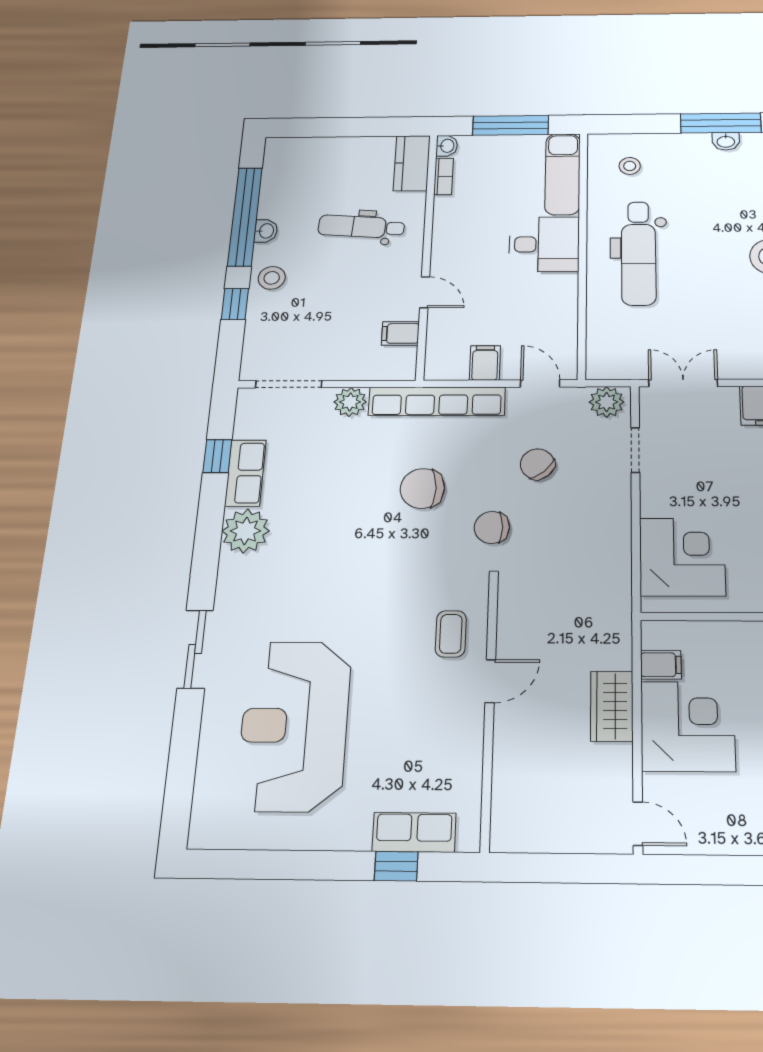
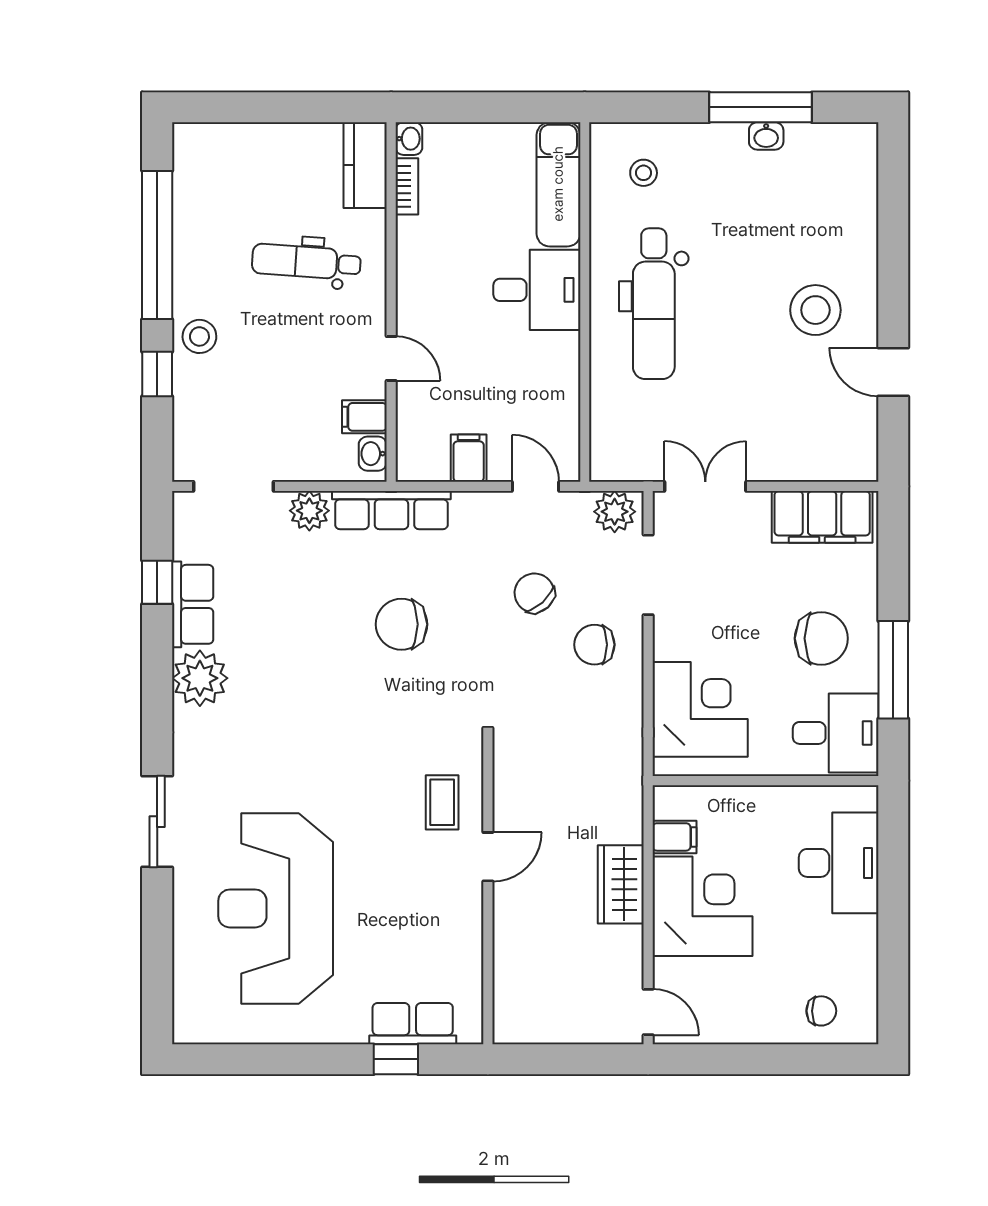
window: (511, 125) -> (490, 107), removed
washbasin: (266, 231) -> (373, 454), moved, turned 180
row of seats: (437, 401) -> (391, 510), width x0.73
doorway: (635, 450) -> (648, 575), width x1.38
chair: (492, 527) -> (594, 645), moved

